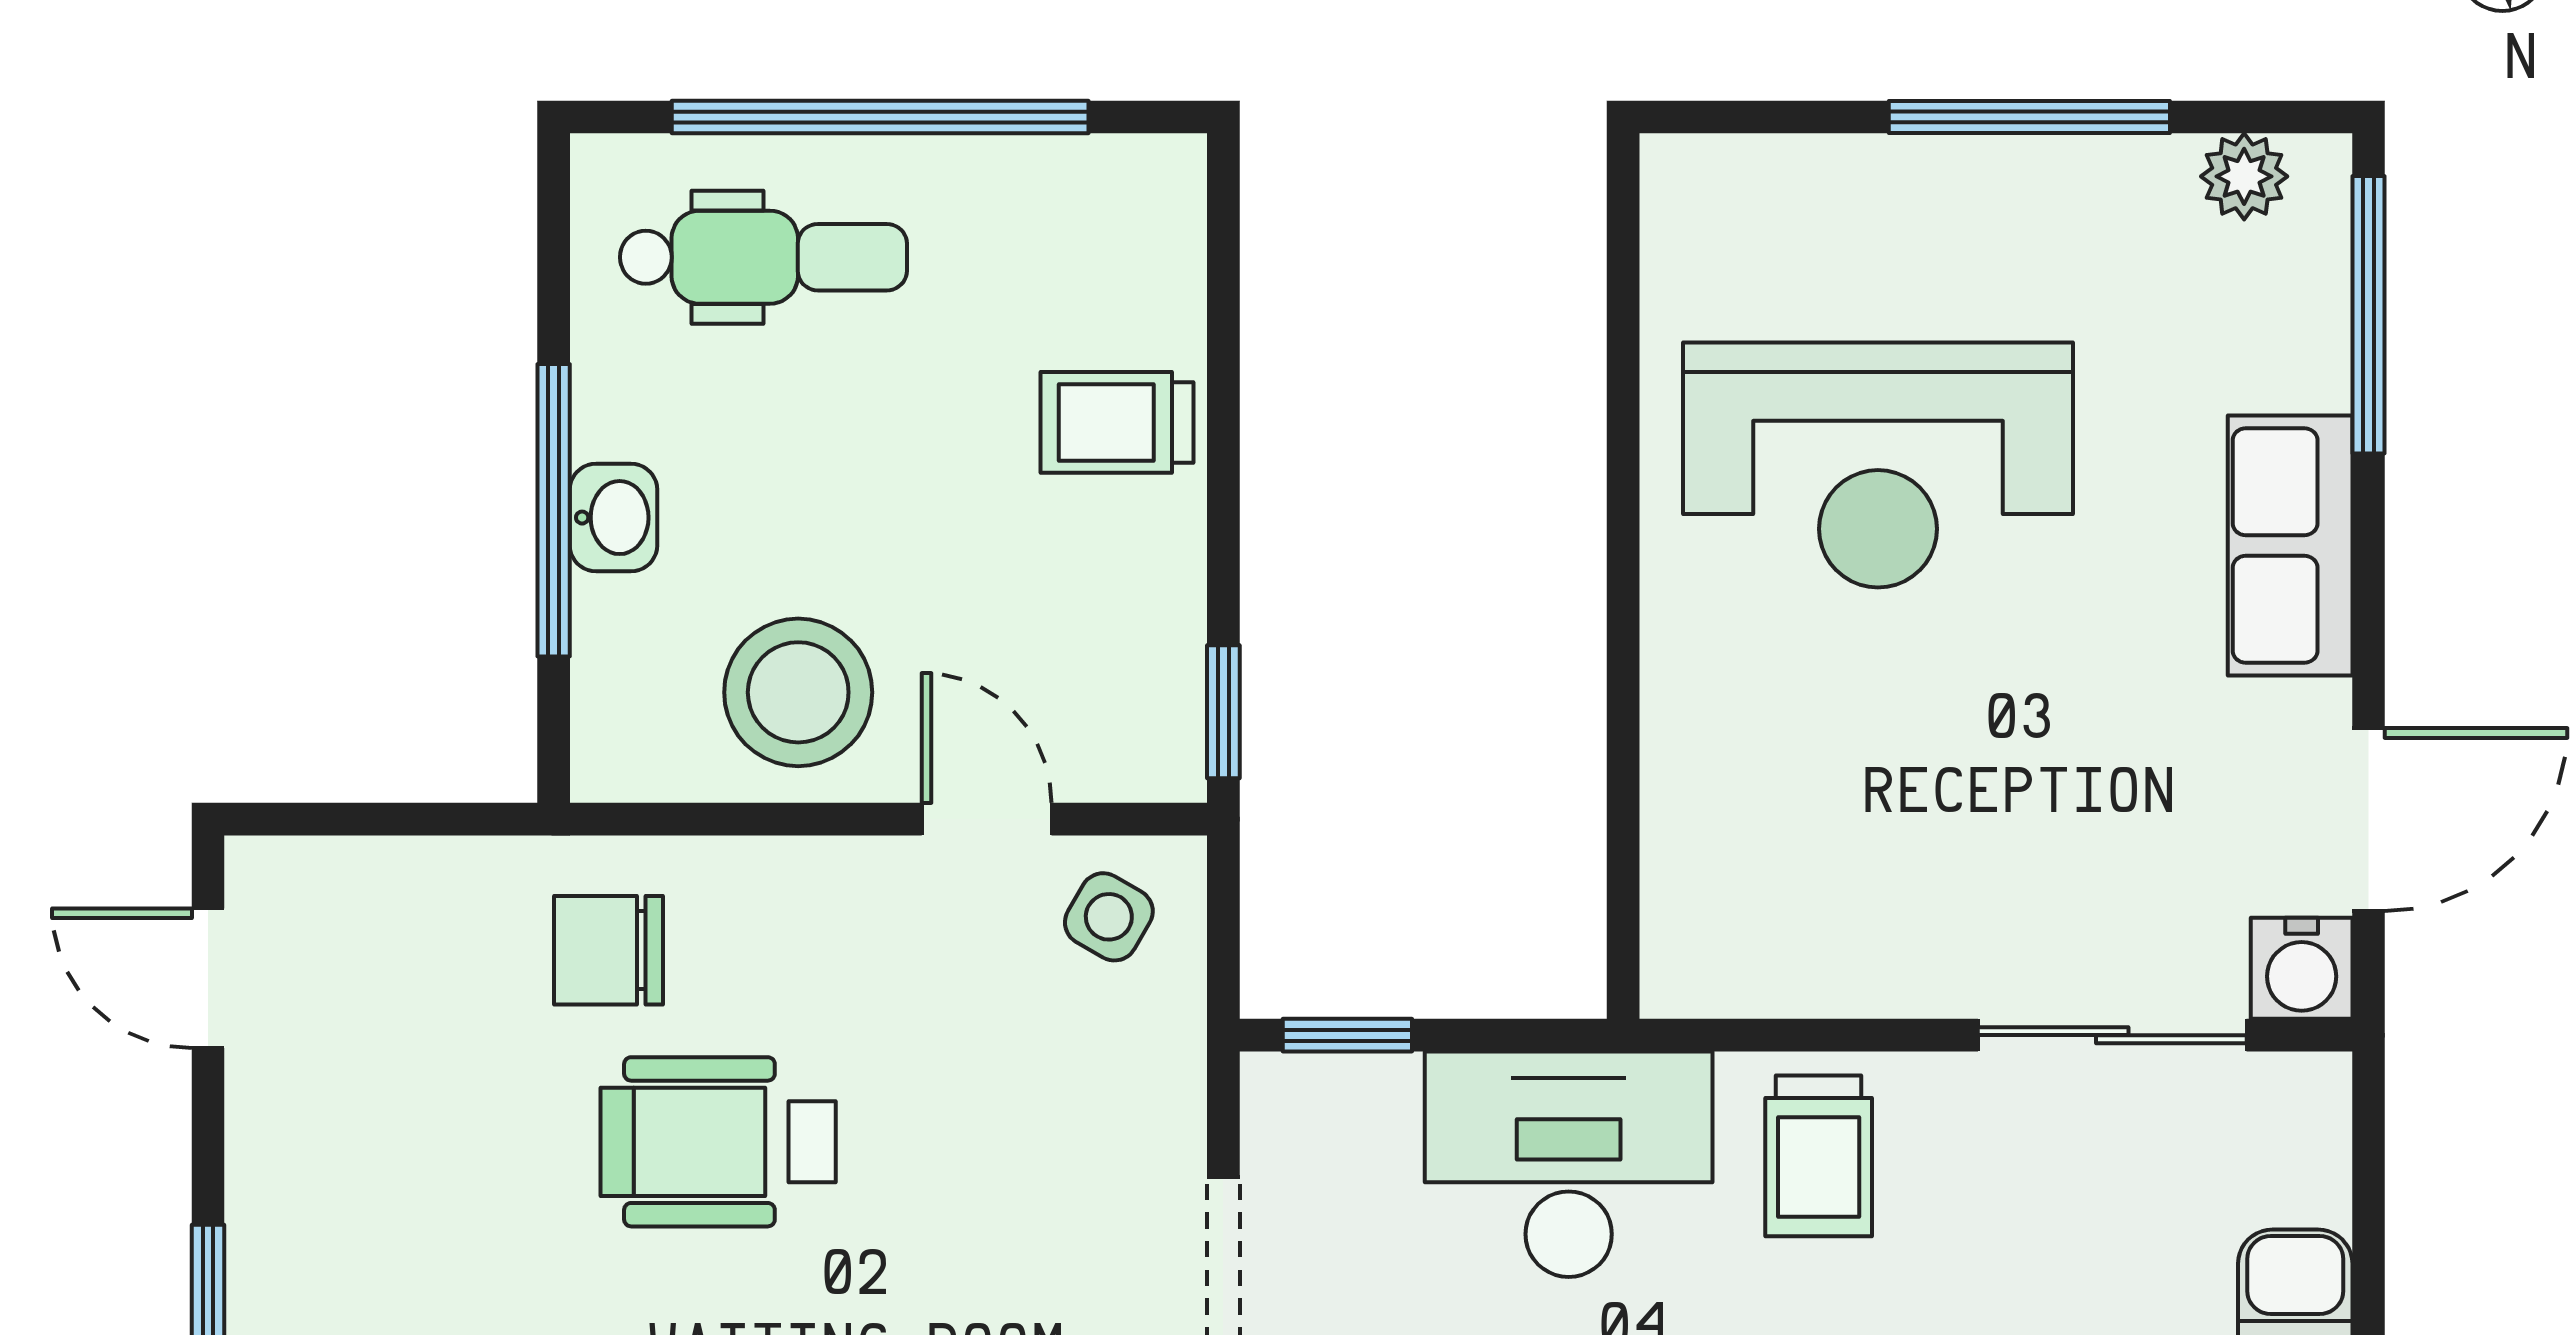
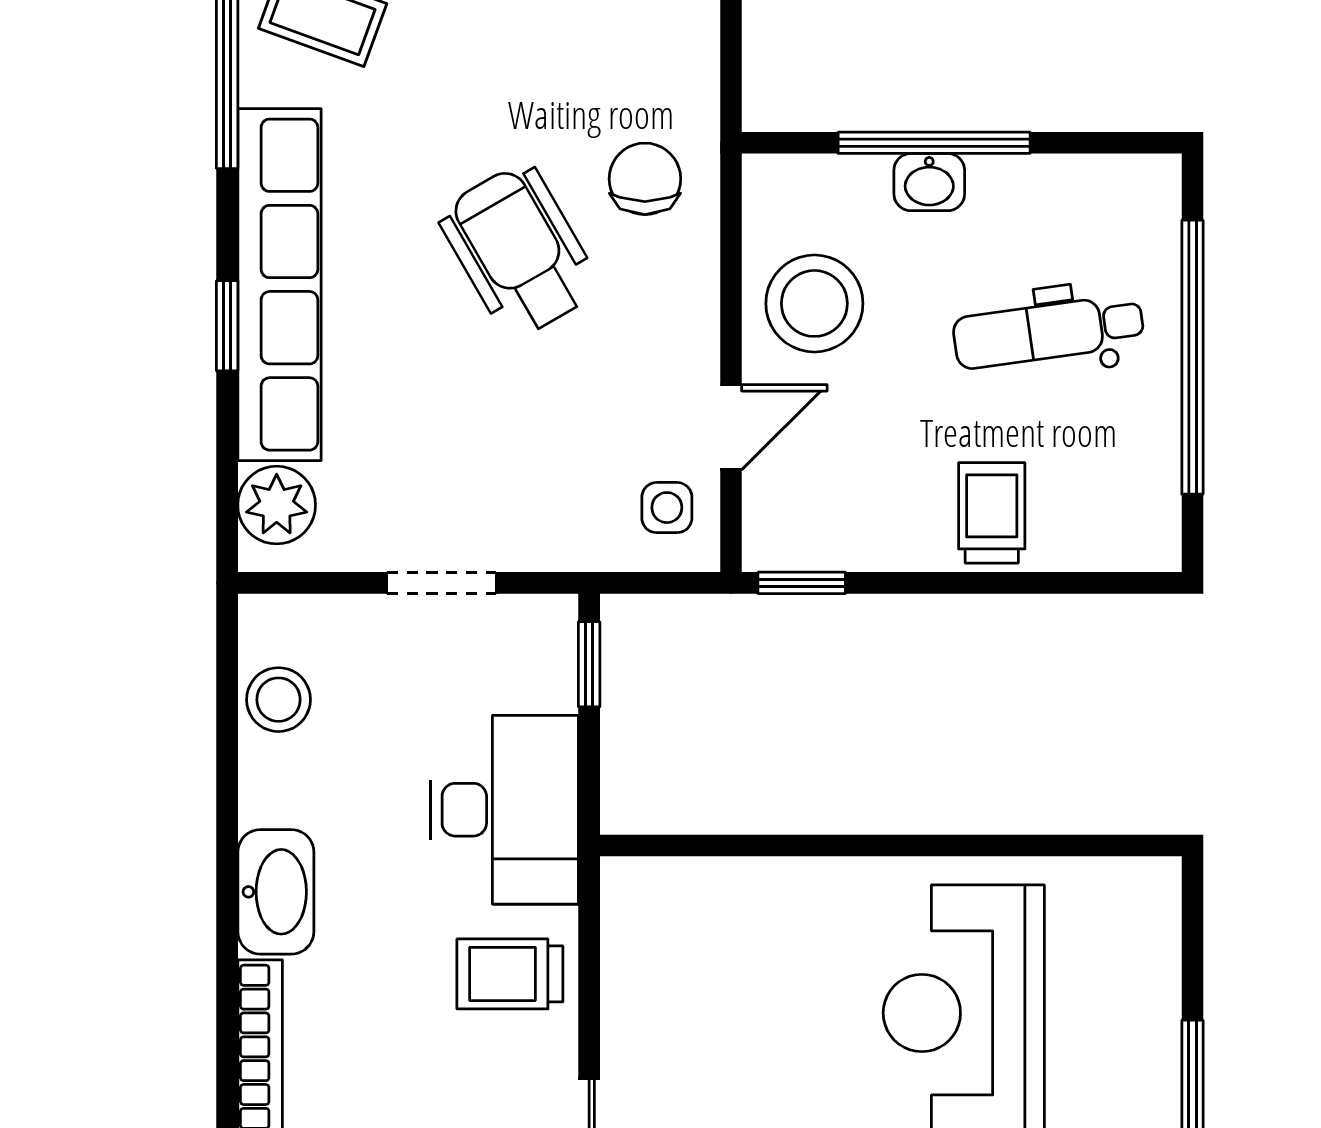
dental chair: (763, 257) -> (1049, 331), moved, turned 82
side table: (1109, 917) -> (667, 508), turned -30
wheelchair: (718, 1142) -> (519, 251), turned -30

